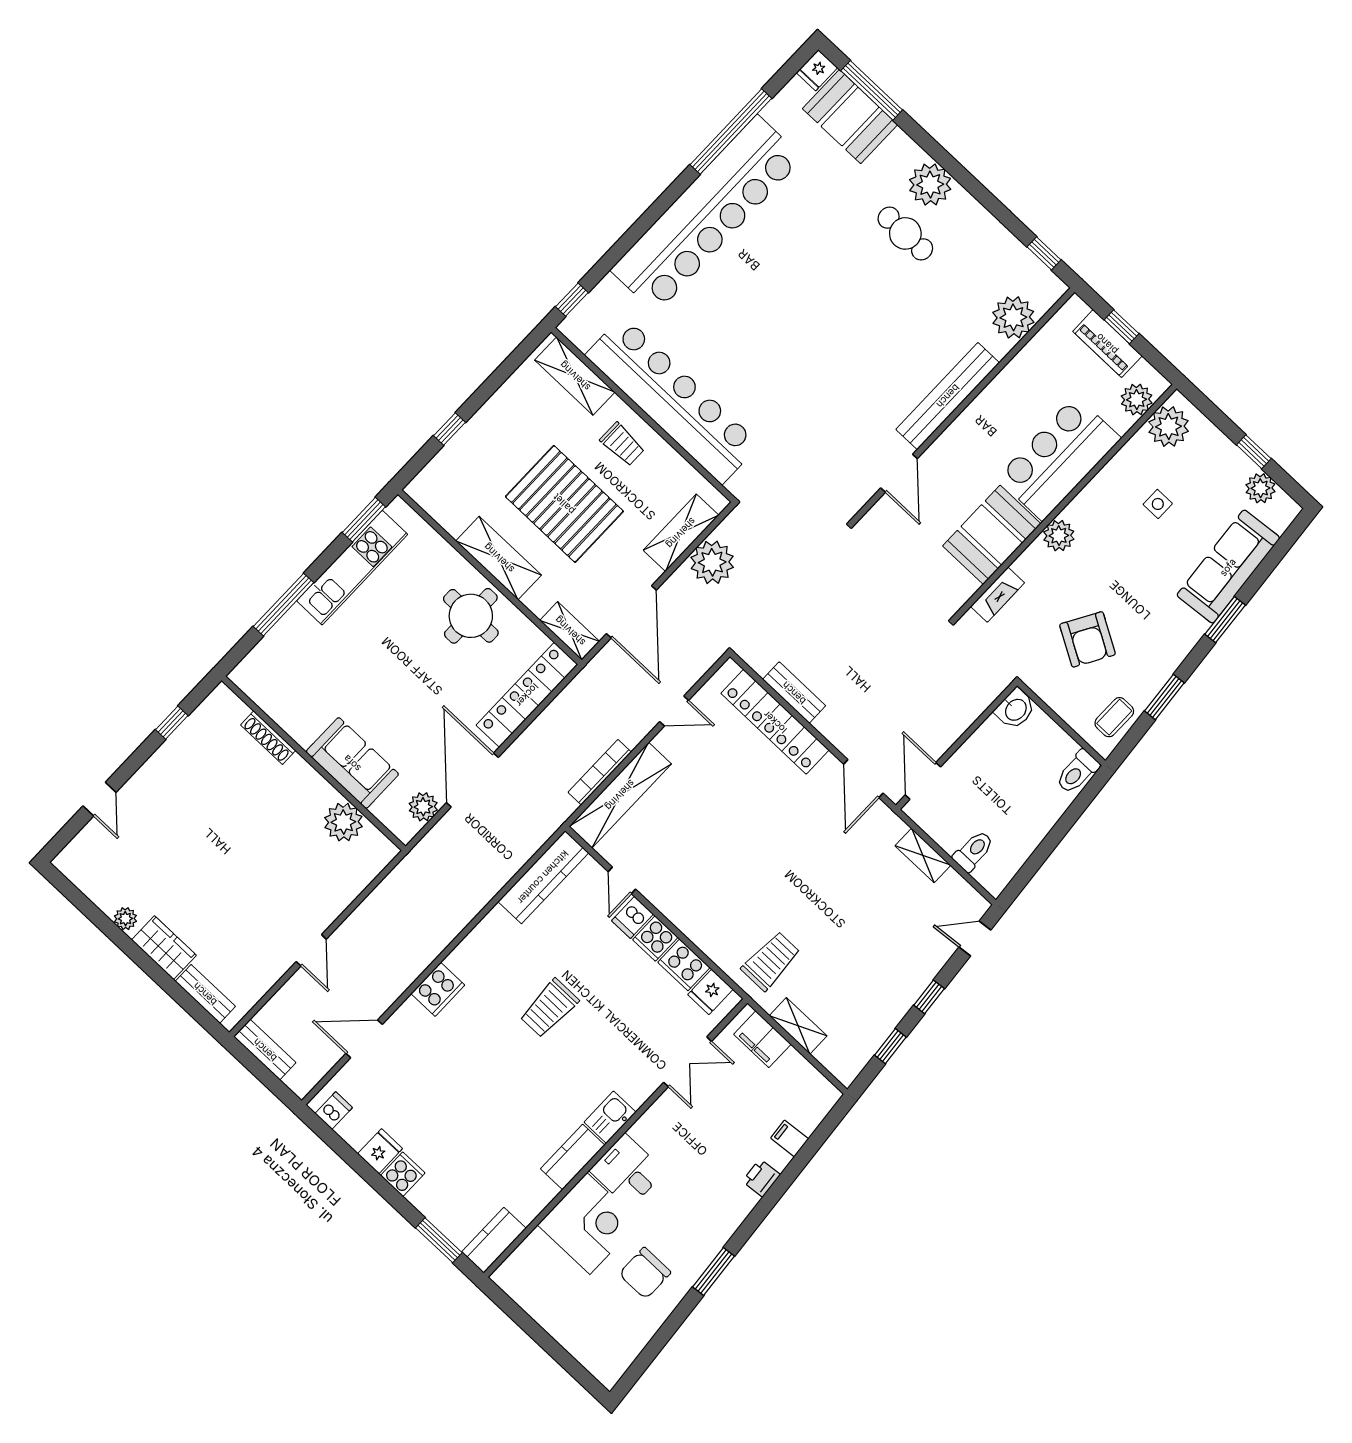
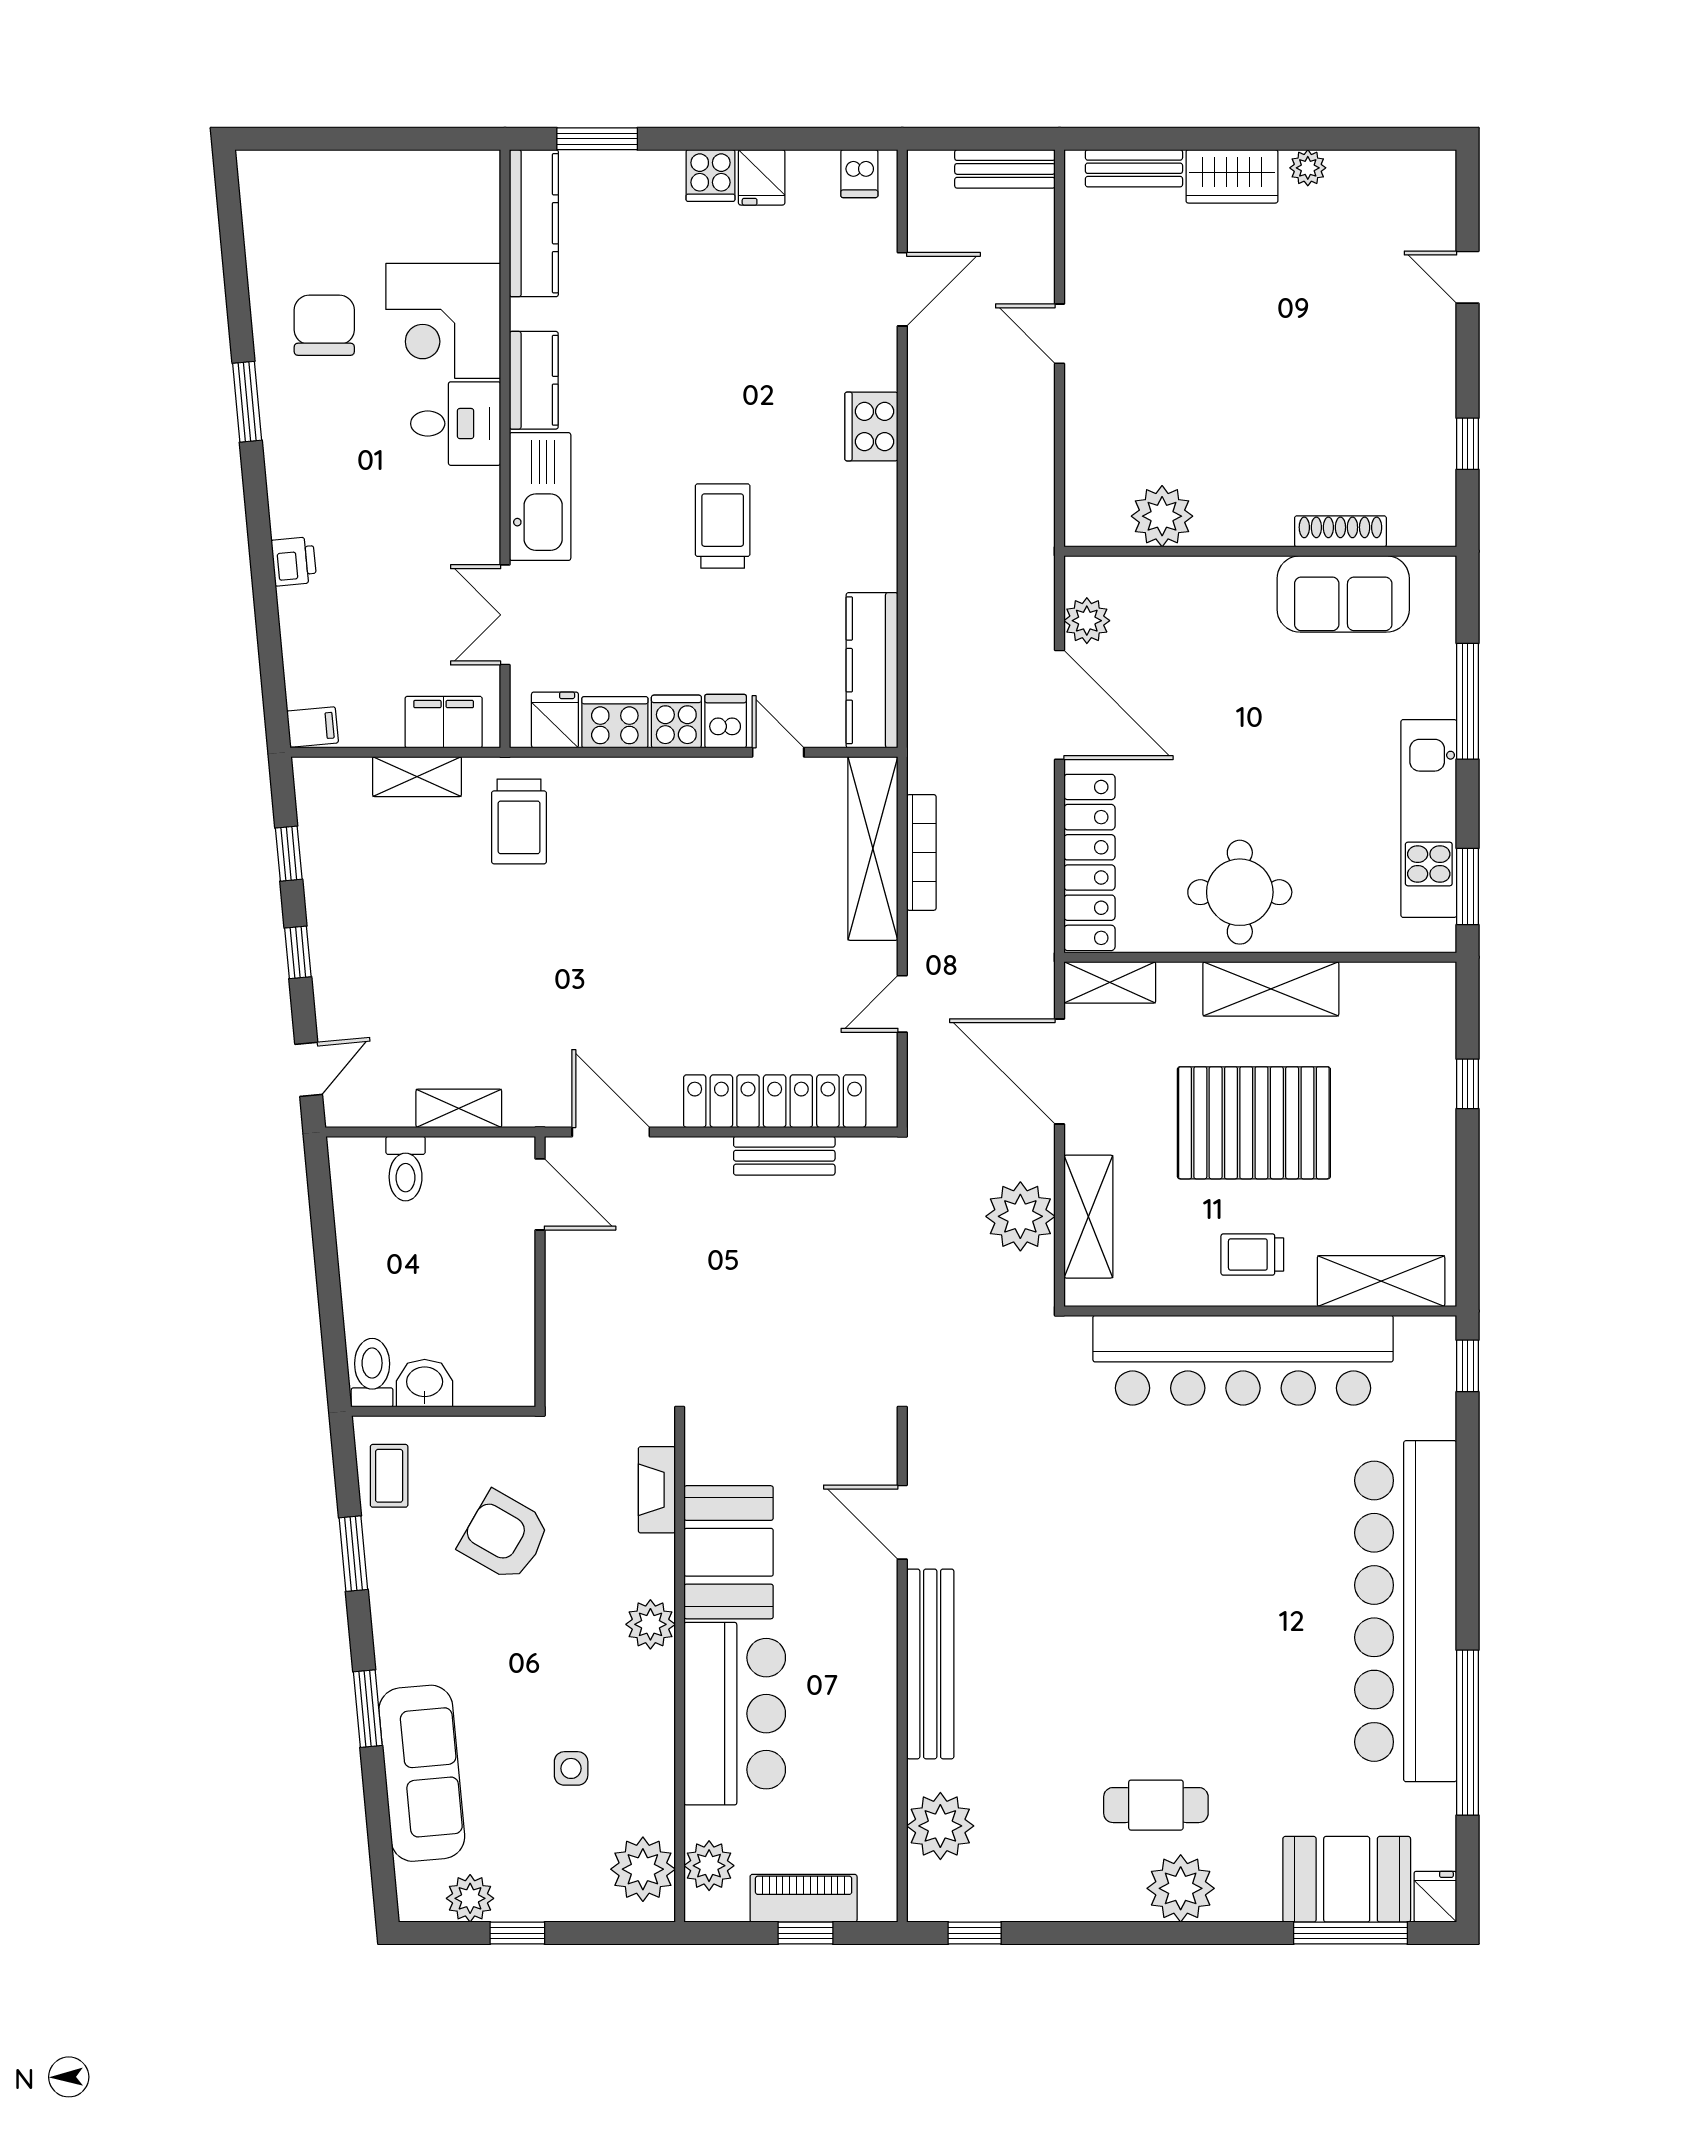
washbasin: (1015, 709) -> (425, 1383), moved, turned 90
sofa: (352, 763) -> (1343, 594), moved
kitchen sink: (610, 1117) -> (540, 497), width x1.88, depth x1.24
filing cabinet: (790, 1138) -> (313, 727), moved
kitchen counter: (494, 1240) -> (534, 223), width x1.50

